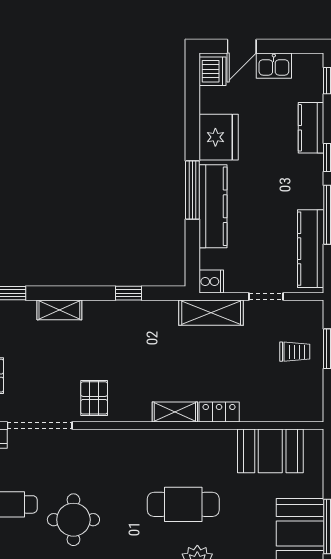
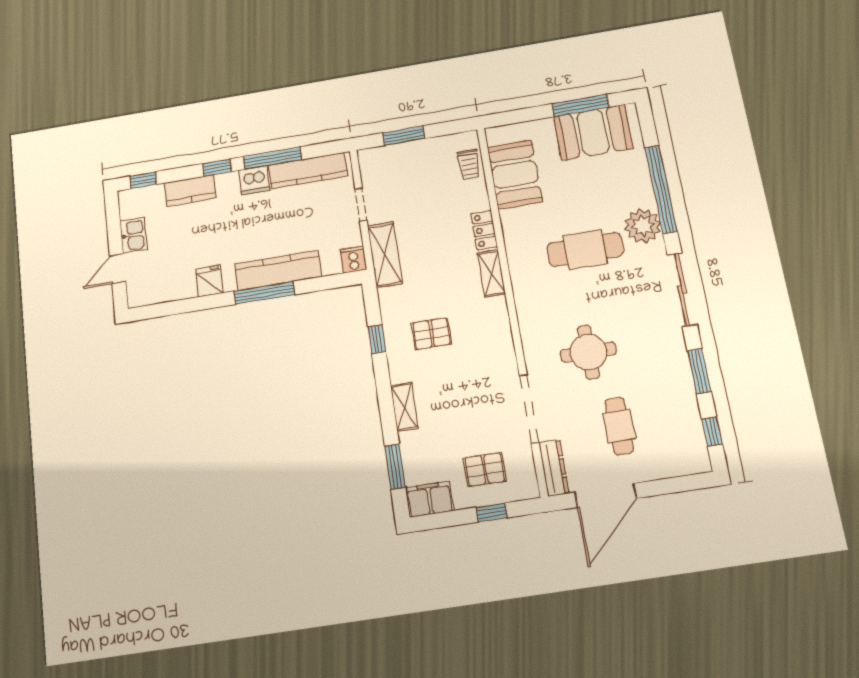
door: (242, 46) -> (118, 269), swing flipped
dishwasher: (213, 71) -> (254, 180), moved, turned 180
fridge: (219, 137) -> (209, 281), width x0.53, depth x0.75
trolley: (295, 352) -> (469, 165), moved, turned 180
pallet: (94, 398) -> (431, 334), moved
cafe table: (183, 504) -> (585, 250), turned 90
round table: (73, 520) -> (588, 352), moved

